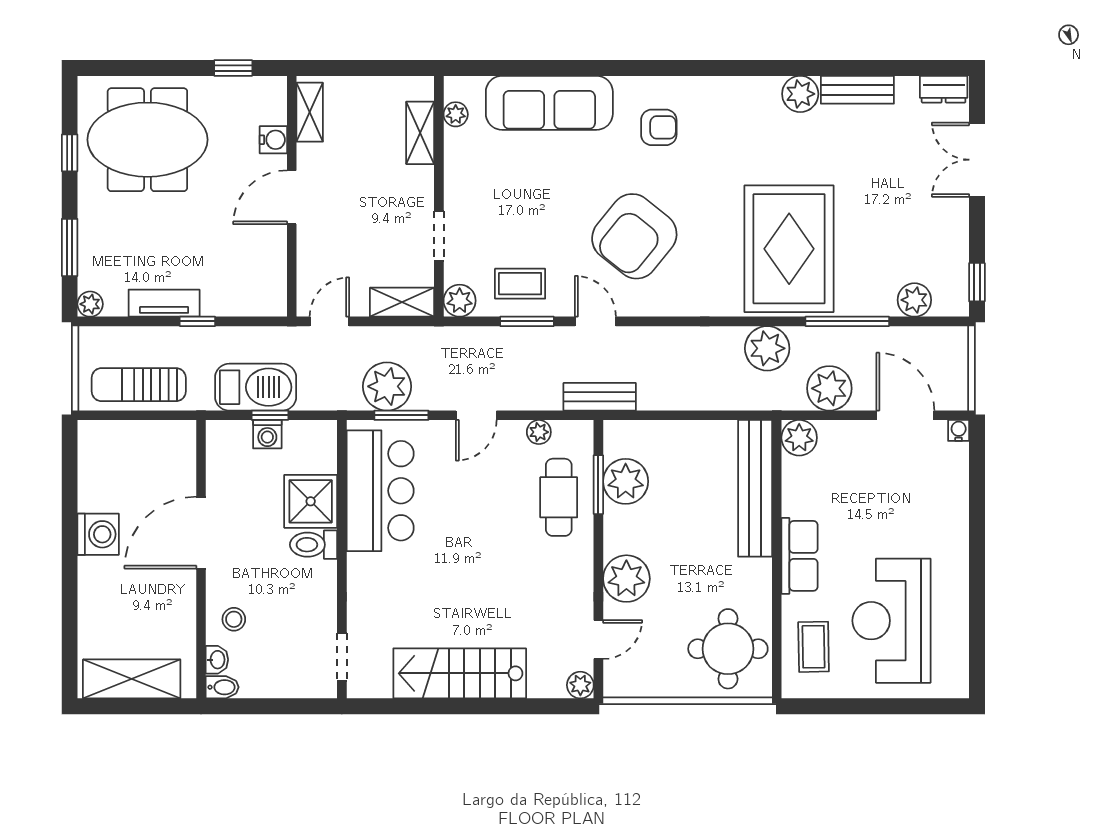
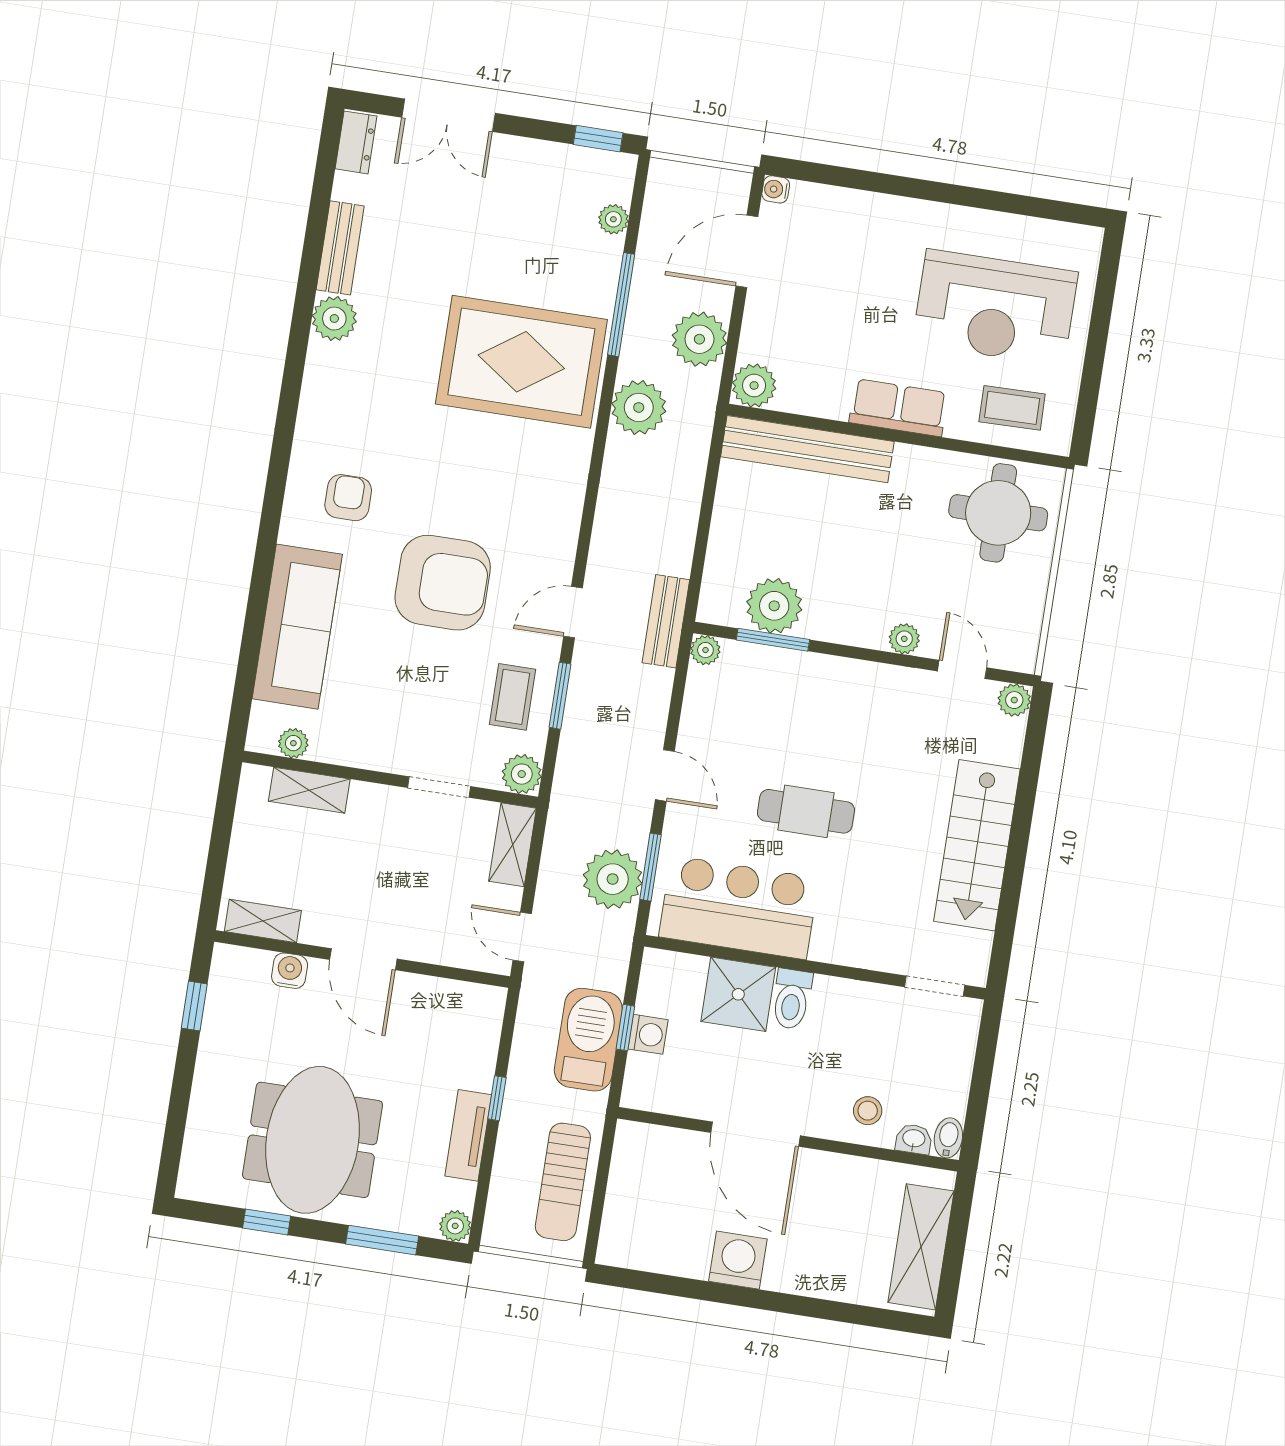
meeting table: (147, 140) -> (313, 1140), moved
armchair: (634, 236) -> (443, 583), moved, turned -39
plant: (914, 300) -> (613, 219), width x0.73, depth x0.73
plant: (539, 432) -> (705, 650), moved
cafe table: (559, 497) -> (806, 811), moved
plant: (626, 579) -> (904, 639), width x0.53, depth x0.53

